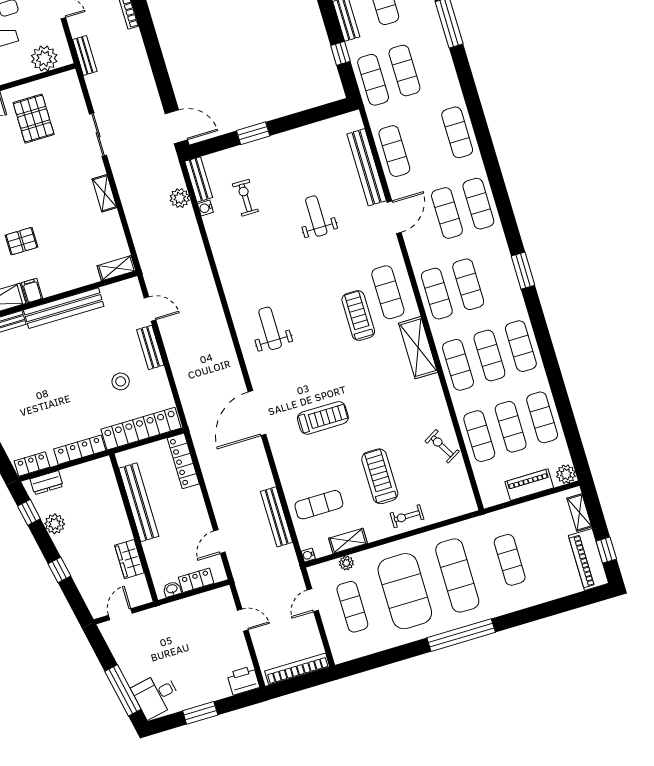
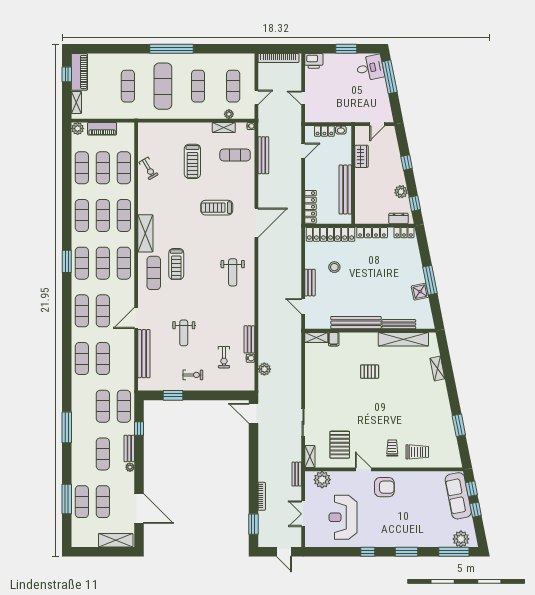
window: (253, 133) -> (173, 395), moved
exercise mat: (394, 151) -> (103, 359), moved
bench: (199, 179) -> (249, 339), moved
shelving: (104, 193) -> (310, 457), moved
exercise mat: (500, 275) -> (82, 263), added
filing cabinet: (32, 291) -> (334, 339), moved
exercise bike: (407, 516) -> (193, 375), moved
exercise mat: (405, 591) -> (198, 86), width x0.50, depth x0.69

